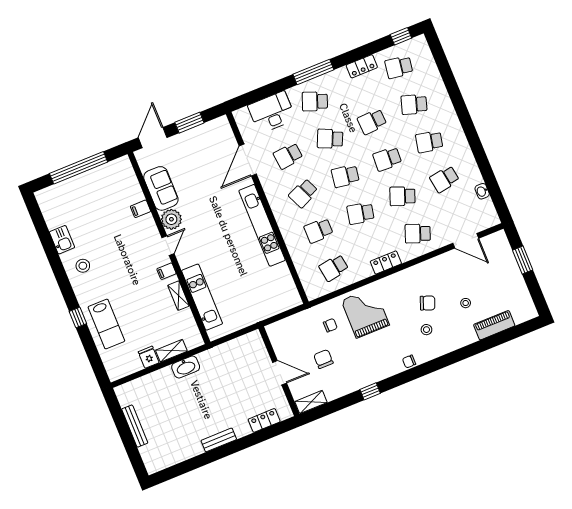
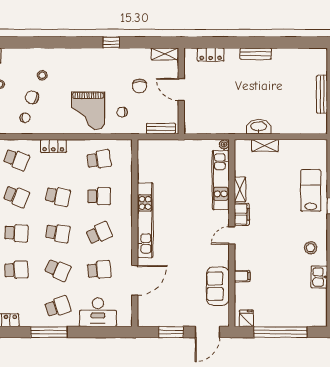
school desk: (315, 101) -> (58, 307), turned -39
plant: (171, 219) -> (224, 144), moved, width x0.53, depth x0.53
filing cabinet: (166, 271) -> (242, 214), width x2.00
bench: (284, 325) -> (161, 129), added
fridge: (149, 357) -> (246, 318), moved, turned 180
chair: (409, 361) -> (25, 118), moved

